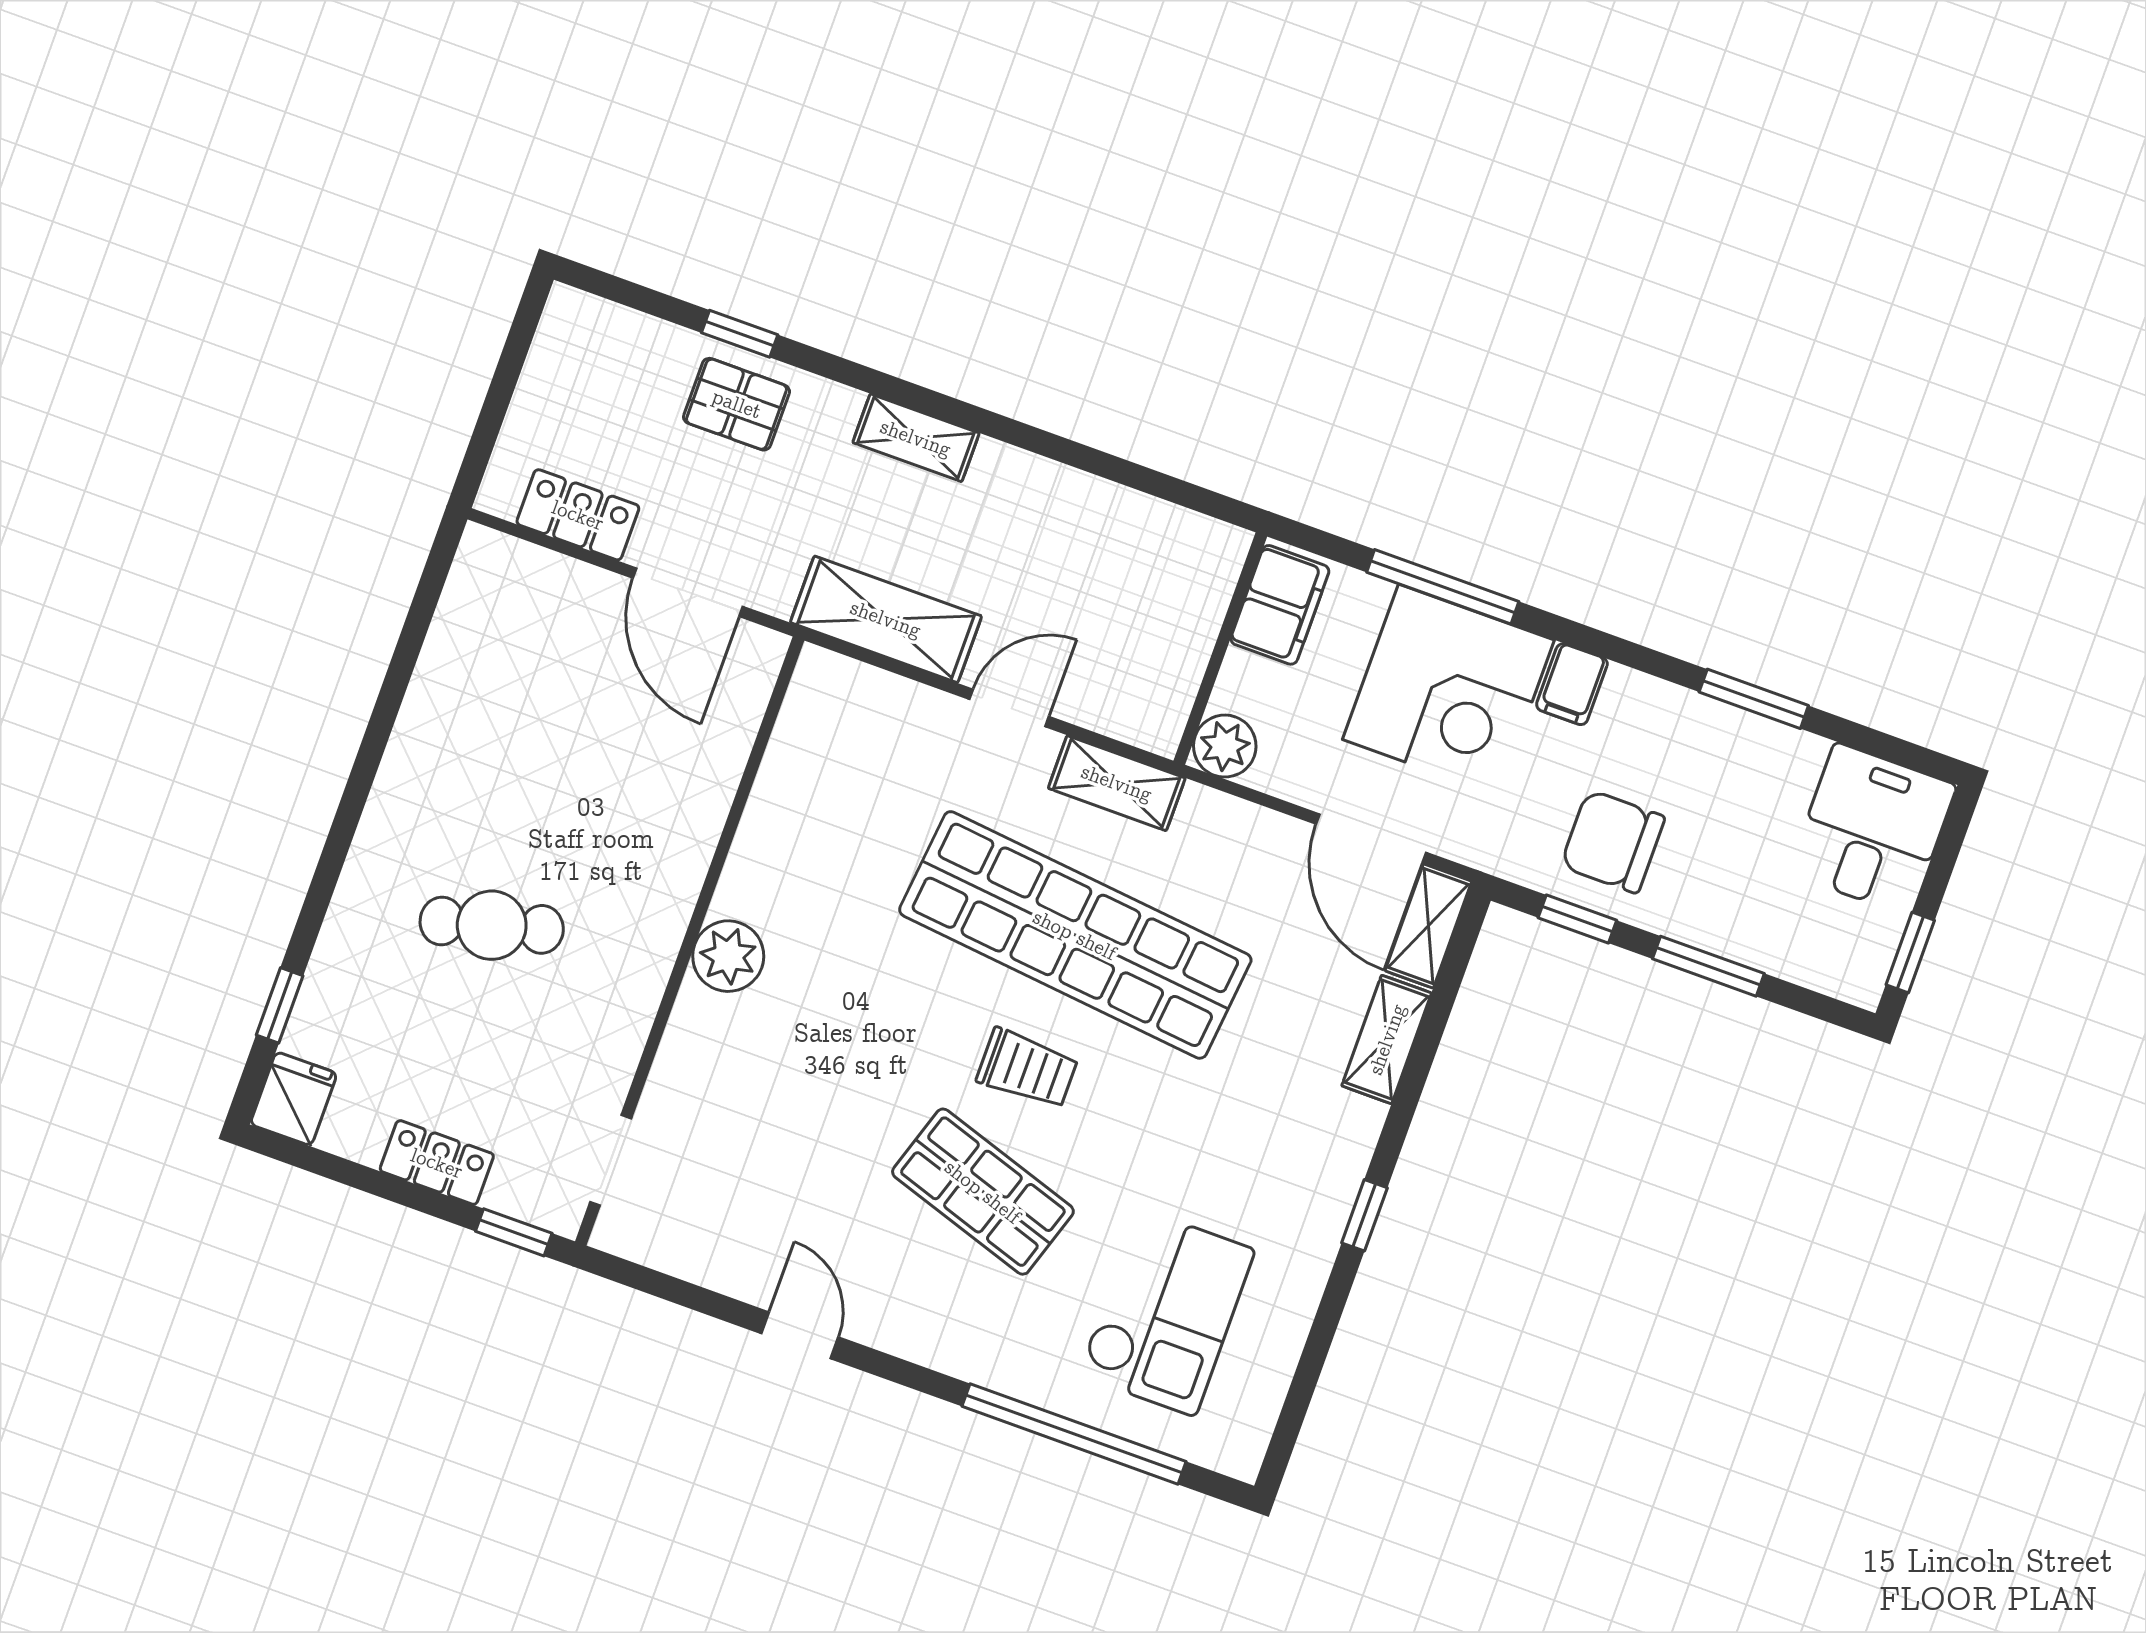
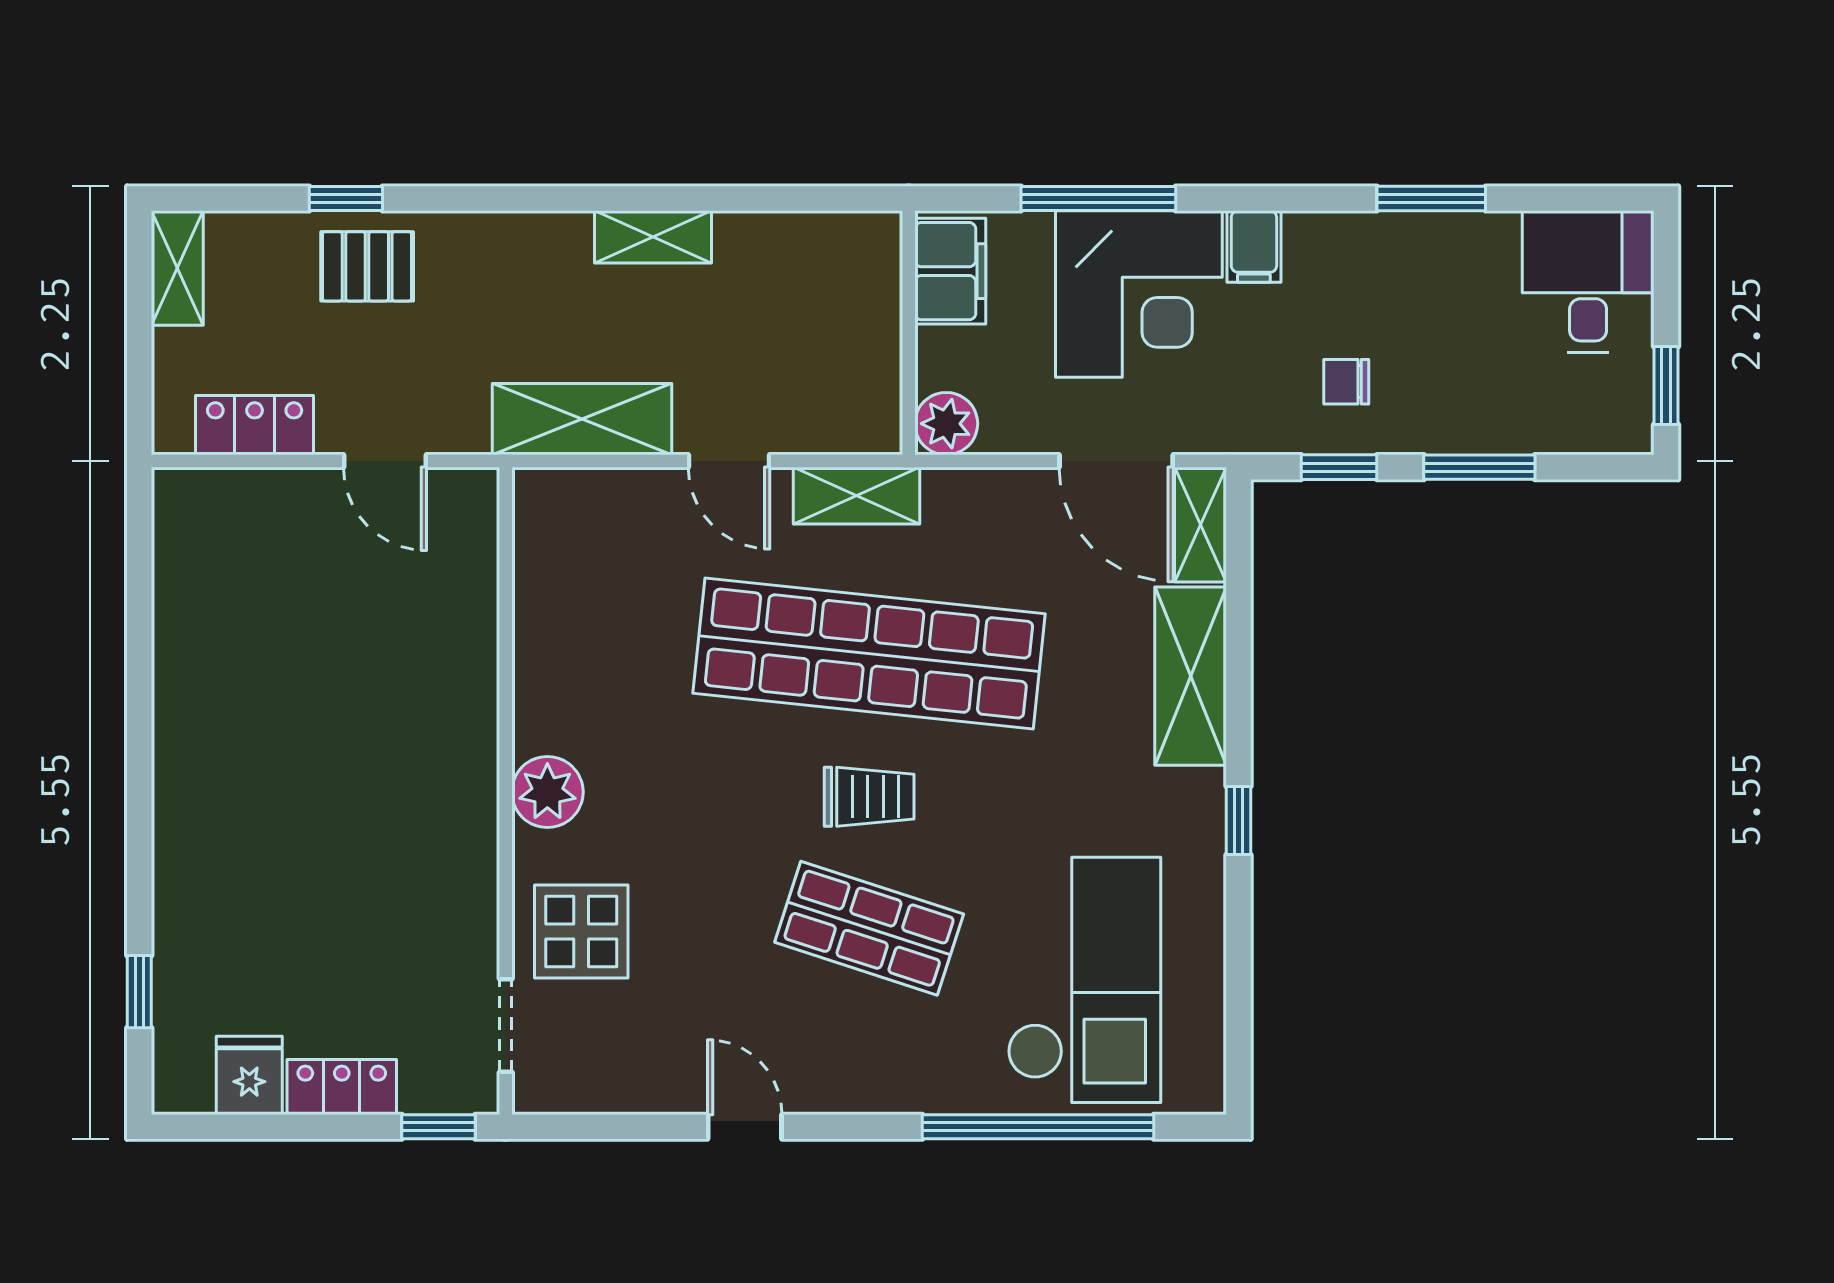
shelving: (559, 342) -> (177, 268), added
shelving: (916, 438) -> (653, 237), moved
door: (688, 592) -> (385, 461), width x0.73
door: (1009, 708) -> (729, 461), swing flipped
chair: (1613, 841) -> (1346, 382), width x0.54, depth x0.54
cafe table: (492, 925) -> (313, 843), removed
shelving: (1387, 1039) -> (1191, 676), width x1.50, depth x1.33
display table: (713, 1098) -> (581, 932), added
fridge: (294, 1099) -> (249, 1075), moved
checkout: (1167, 1312) -> (1084, 980), width x1.36, depth x1.21

